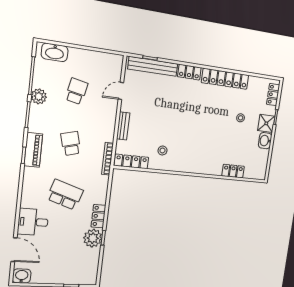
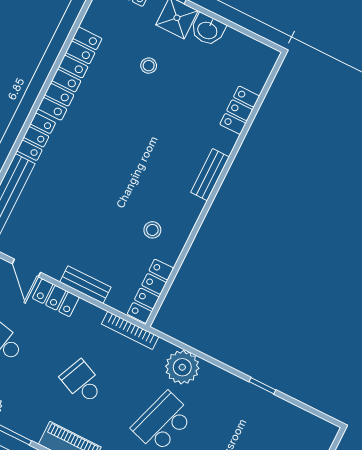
school desk: (71, 144) -> (82, 382), turned 39
bench: (199, 169) -> (210, 175), added
locker: (99, 216) -> (56, 298), moved
plant: (93, 238) -> (182, 367), moved

